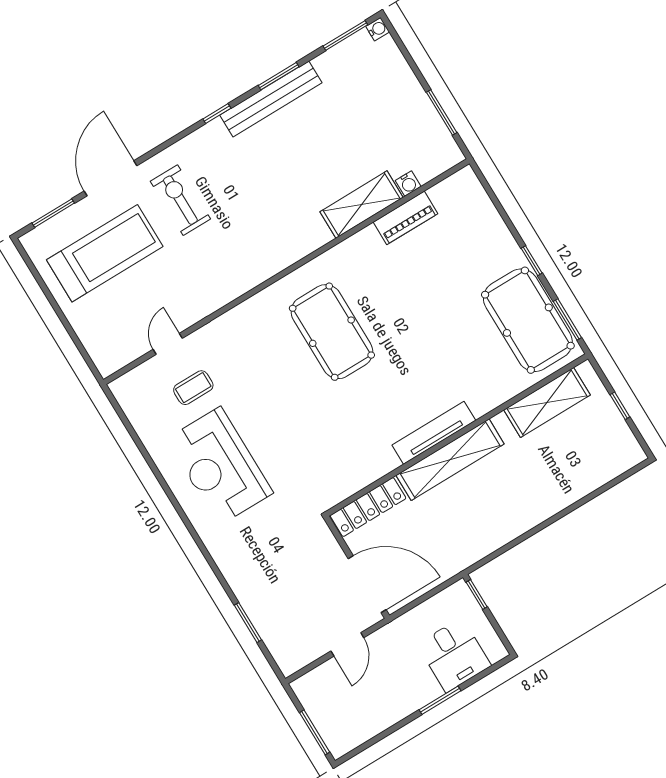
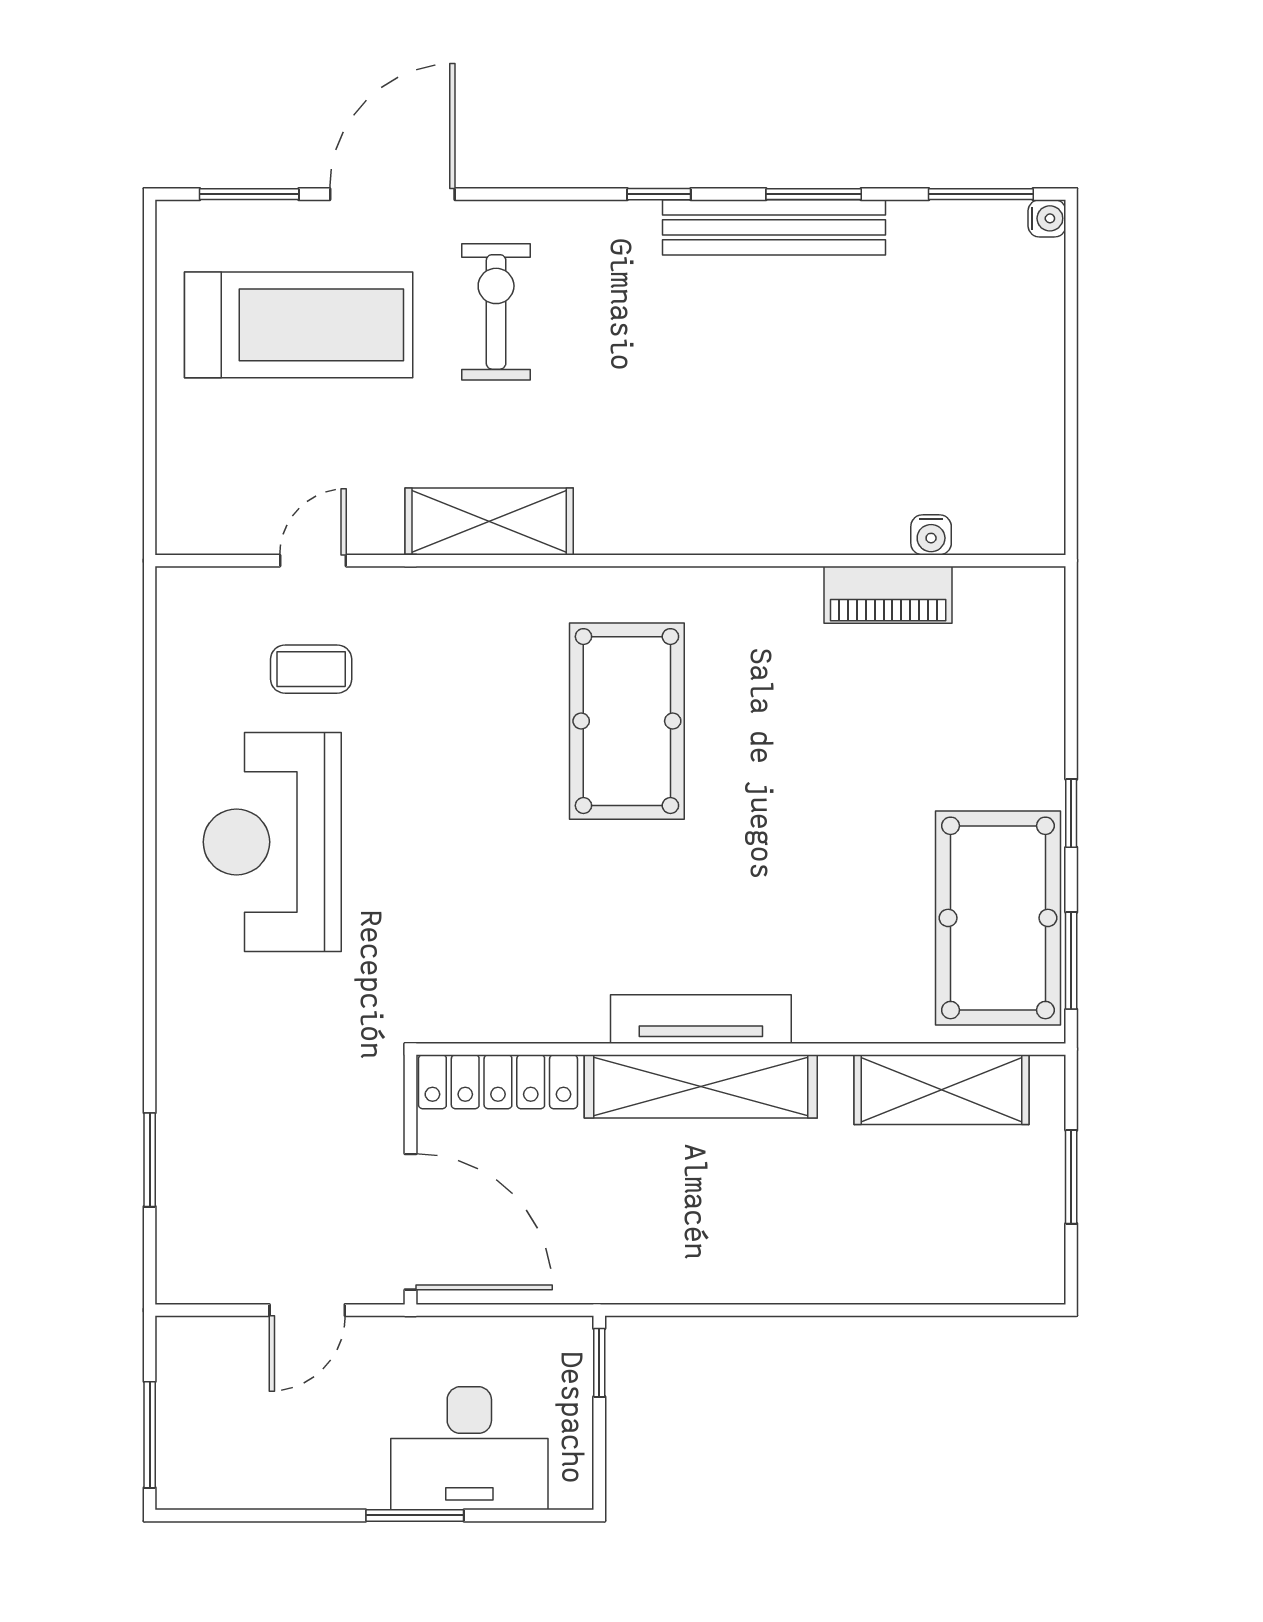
window: (442, 112) -> (1071, 442), removed
shelving: (362, 205) -> (489, 521), moved
window: (620, 406) -> (1071, 1177), width x1.50
desk: (454, 655) -> (469, 1448), width x1.37

